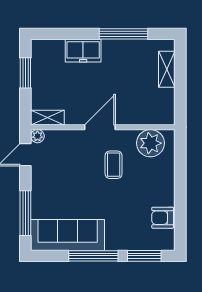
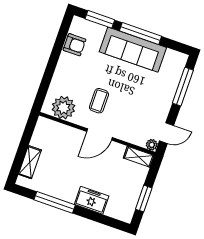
sofa: (68, 235) -> (133, 50), moved

